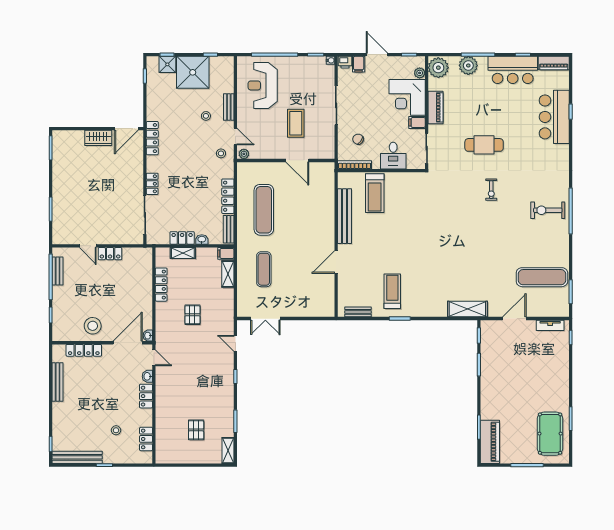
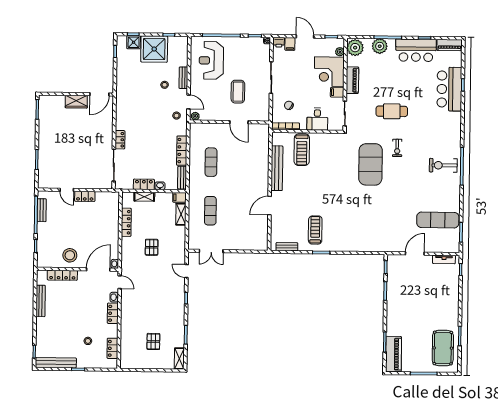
locker: (152, 138) -> (120, 102), removed
exercise mat: (264, 210) -> (211, 162), width x0.73, depth x0.69
exercise mat: (459, 210) -> (370, 164), added
shelving: (467, 309) -> (377, 245), removed

